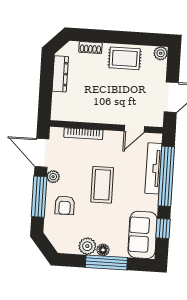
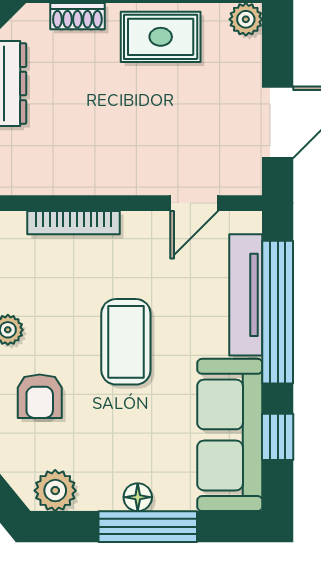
sofa: (143, 235) -> (230, 435), width x1.36
plant: (87, 246) -> (55, 491), moved

